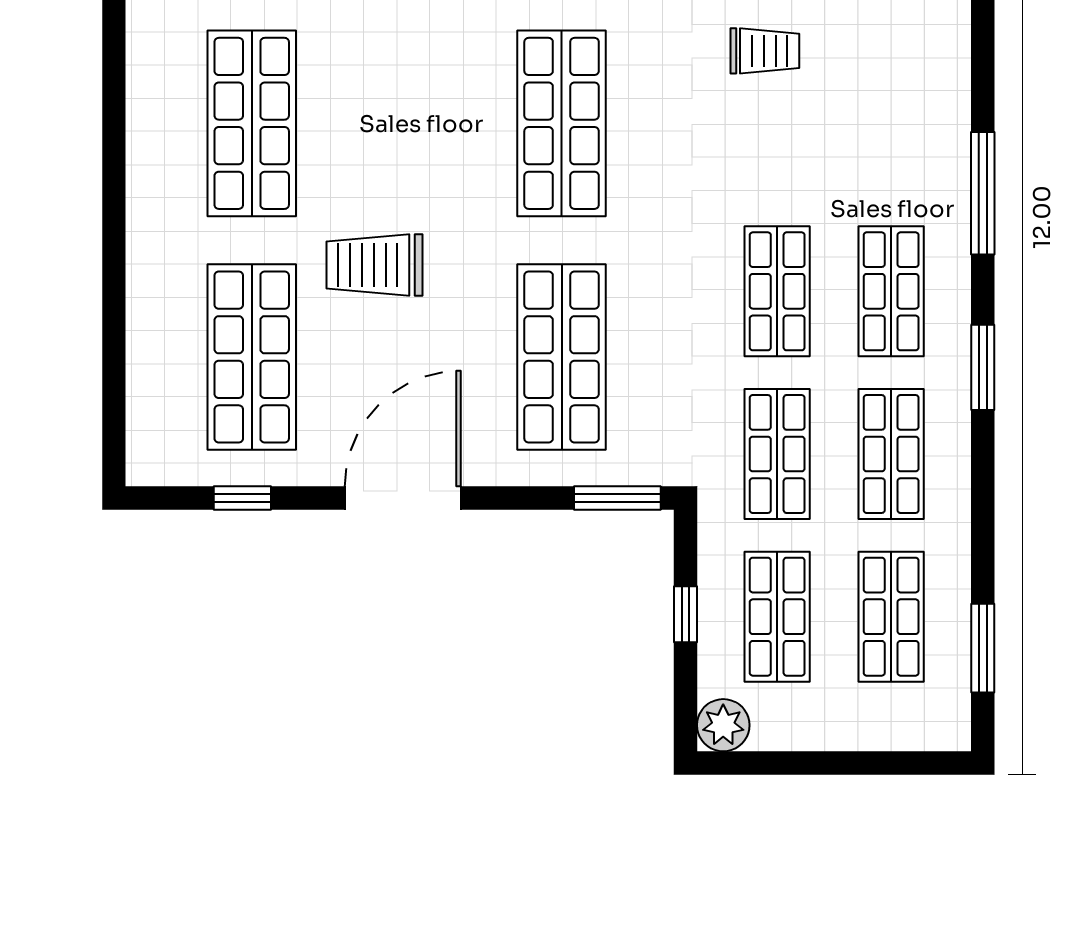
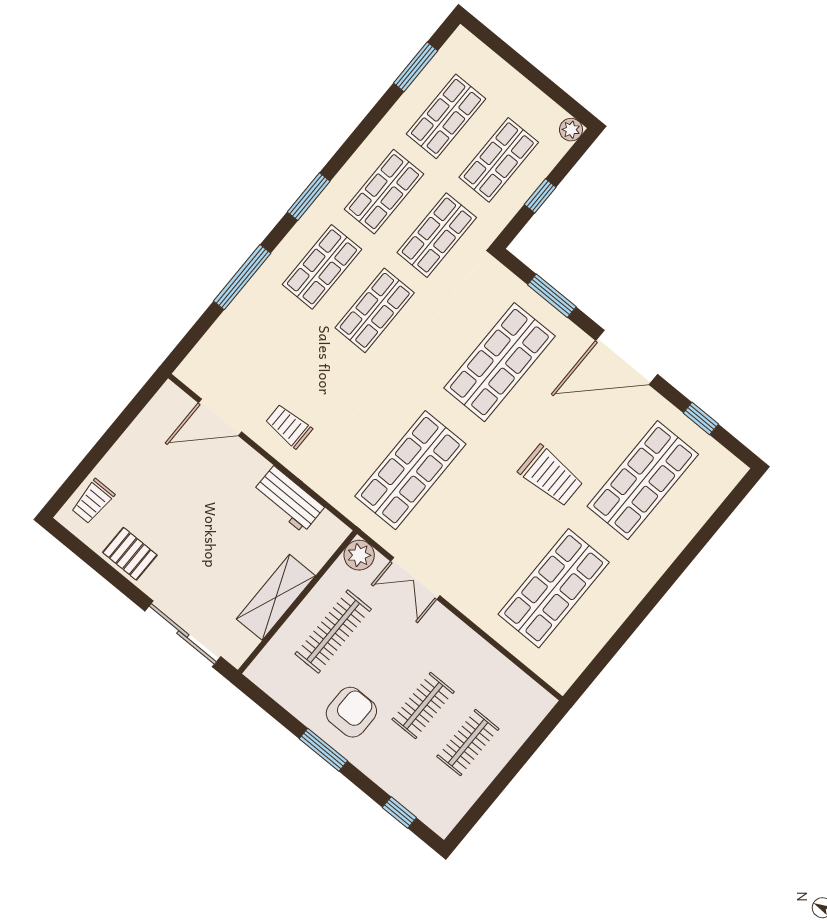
window: (617, 498) -> (552, 296), moved
plant: (723, 725) -> (571, 130), width x0.73, depth x0.73

